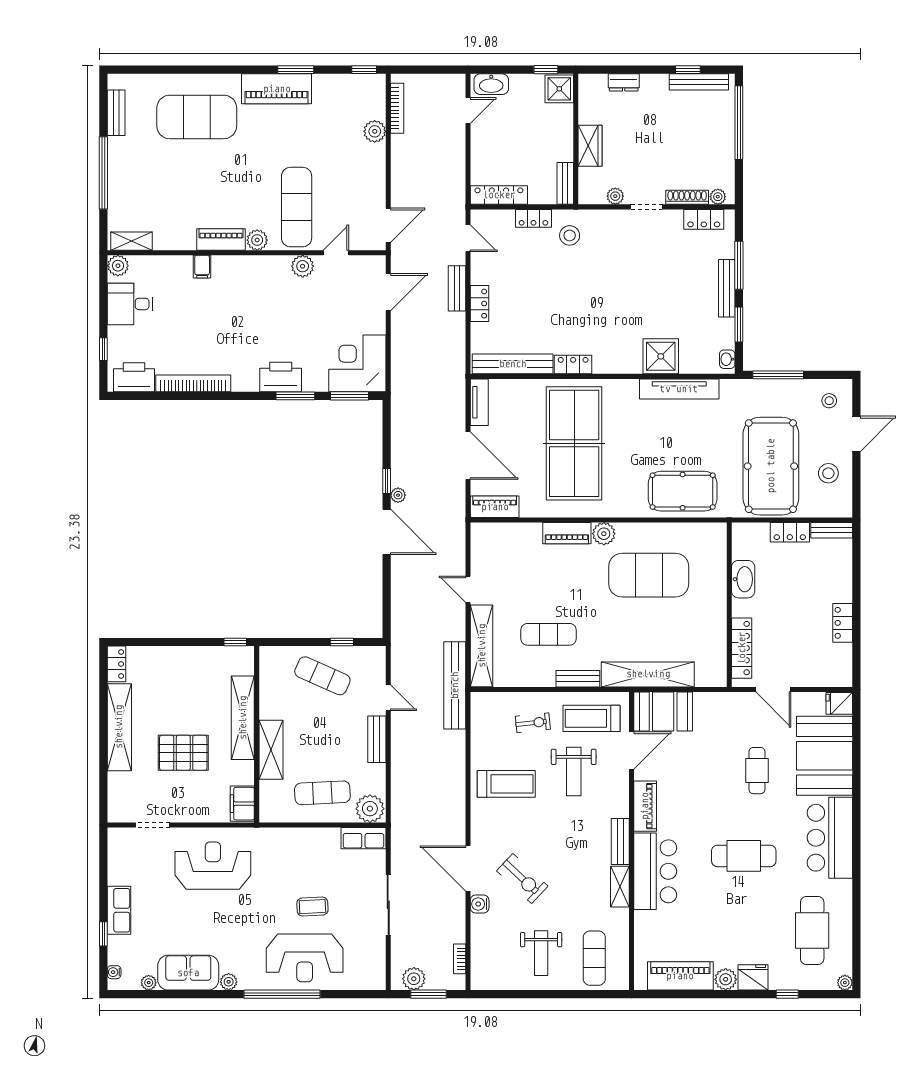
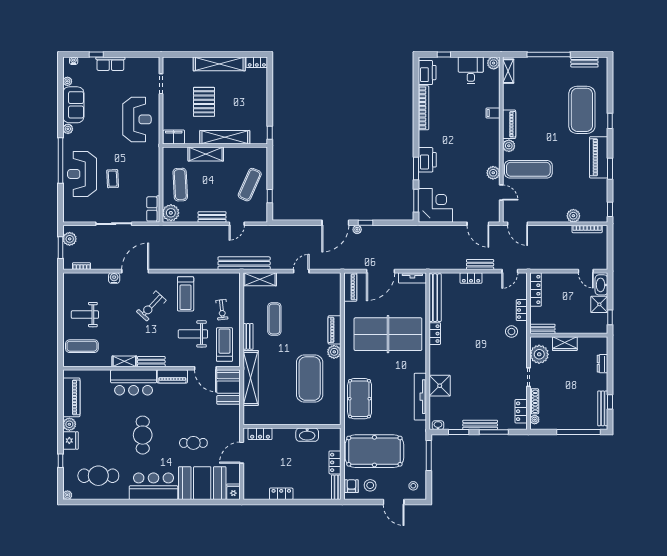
window: (215, 70) -> (610, 121), added
shower: (559, 89) -> (599, 304), moved
plant: (615, 196) -> (539, 354), width x1.87, depth x1.87
armchair: (830, 505) -> (352, 486), added
shelving: (482, 646) -> (260, 279), width x0.68
locker: (742, 648) -> (260, 434), width x0.66
exercise bike: (522, 879) -> (151, 306), moved

